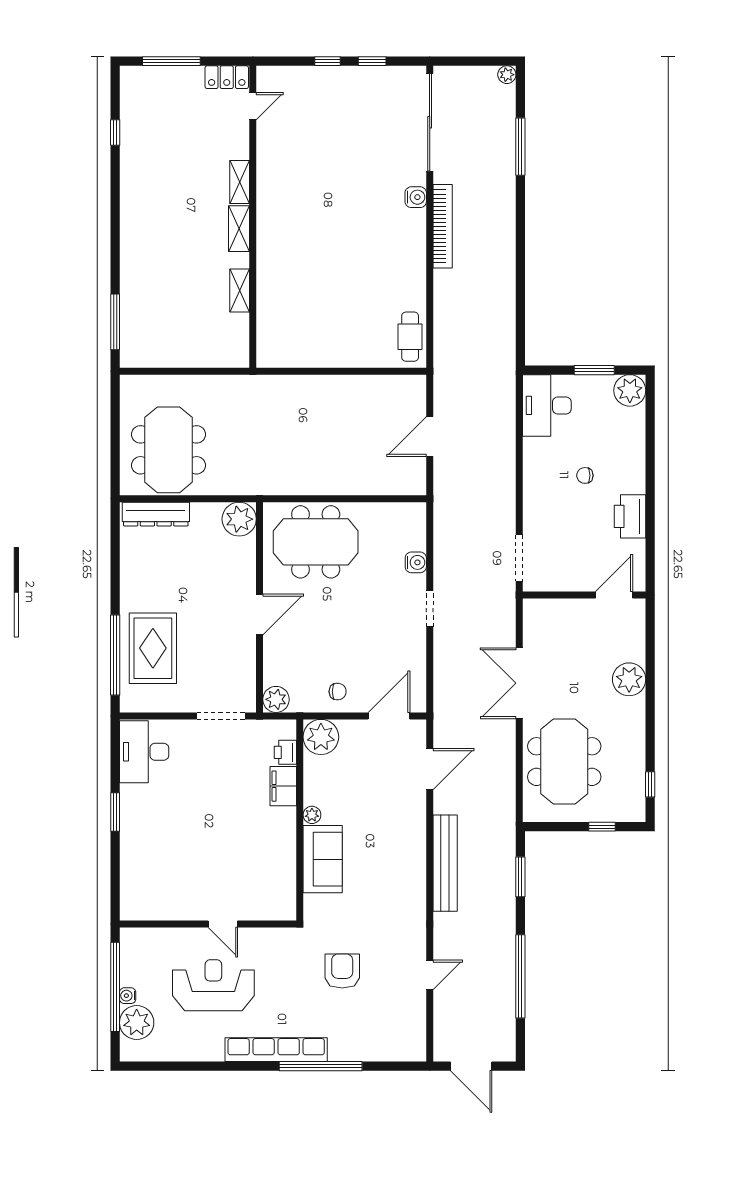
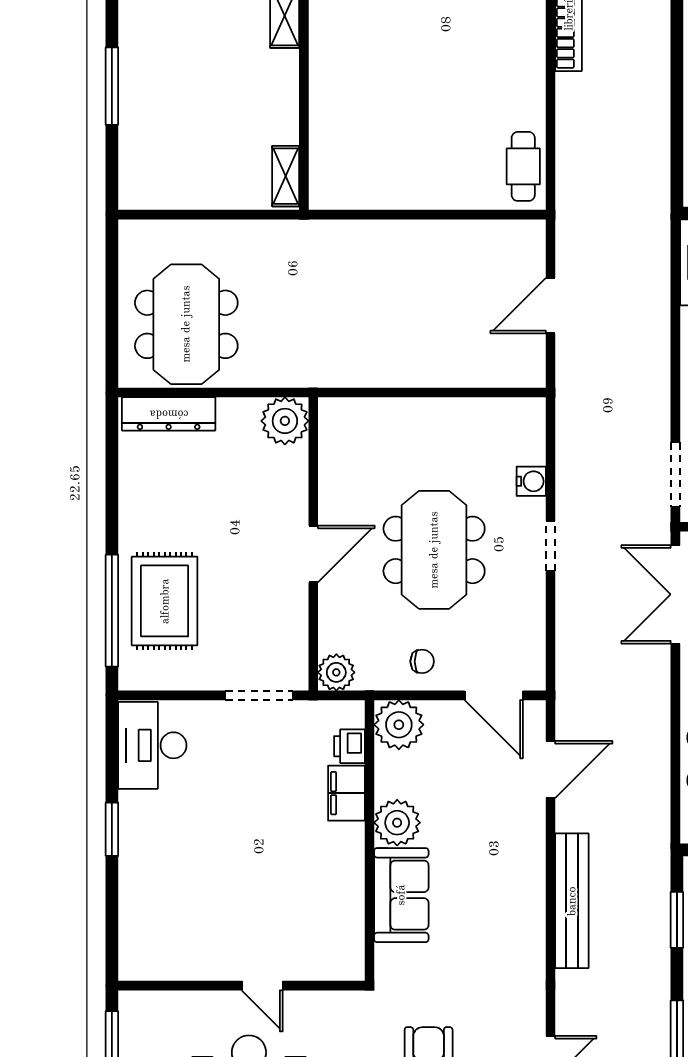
shelving: (240, 290) -> (286, 176), moved
window: (115, 322) -> (112, 86), moved
meeting table: (316, 542) -> (434, 550), moved, turned 90
double door: (519, 683) -> (675, 594), moved
door: (389, 716) -> (494, 695), swing flipped
plant: (312, 815) -> (397, 823), width x1.87, depth x1.87

